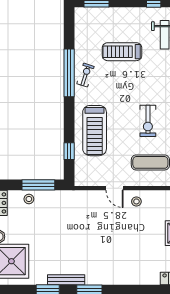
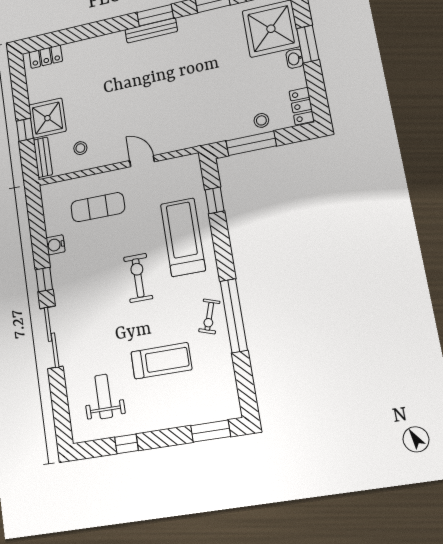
exercise bike: (148, 121) -> (138, 278), moved
stool: (136, 201) -> (80, 148), moved
bench: (66, 280) -> (151, 31), moved

